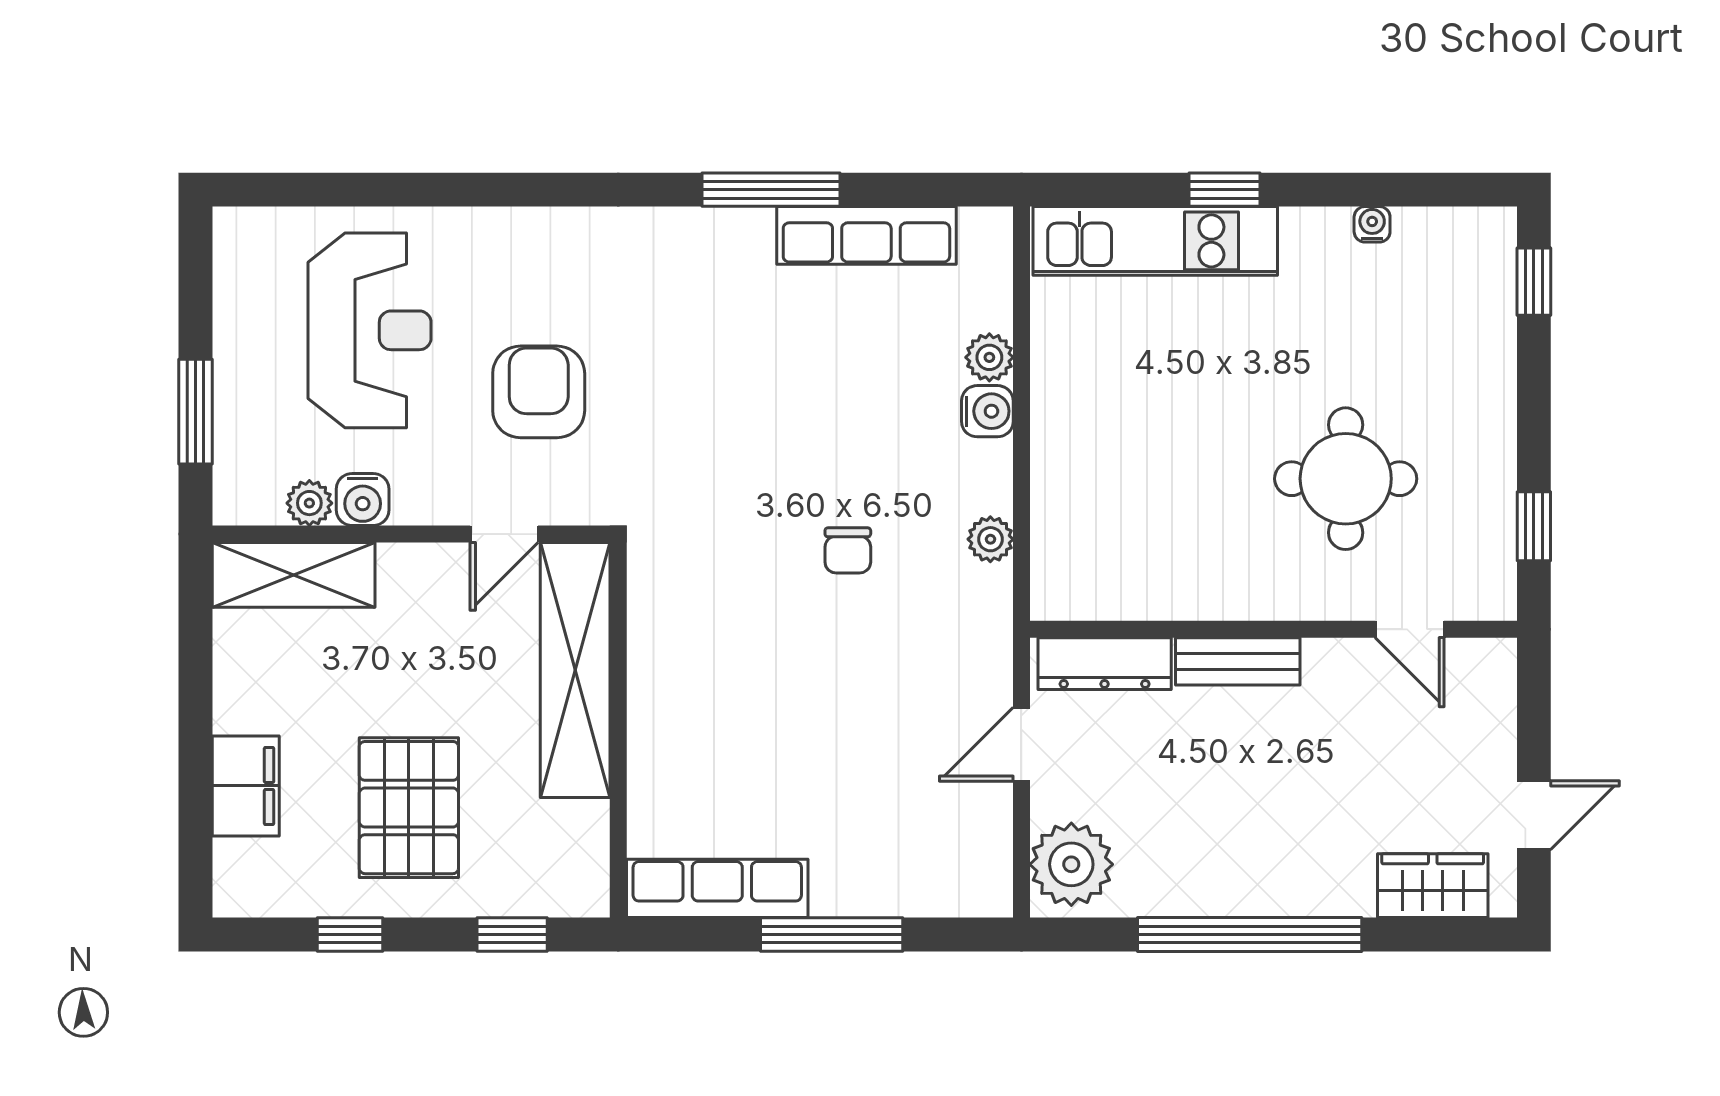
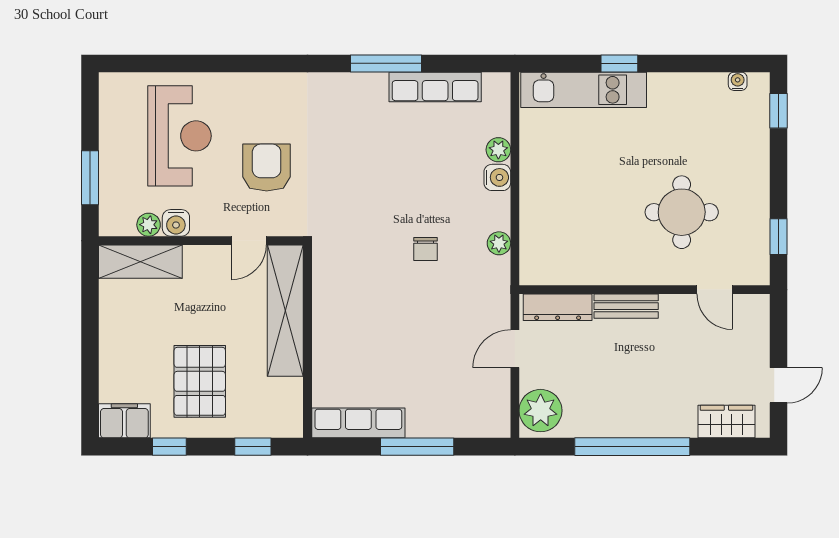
water cooler: (1372, 224) -> (738, 81), moved
filing cabinet: (246, 786) -> (124, 421), moved, turned -90

